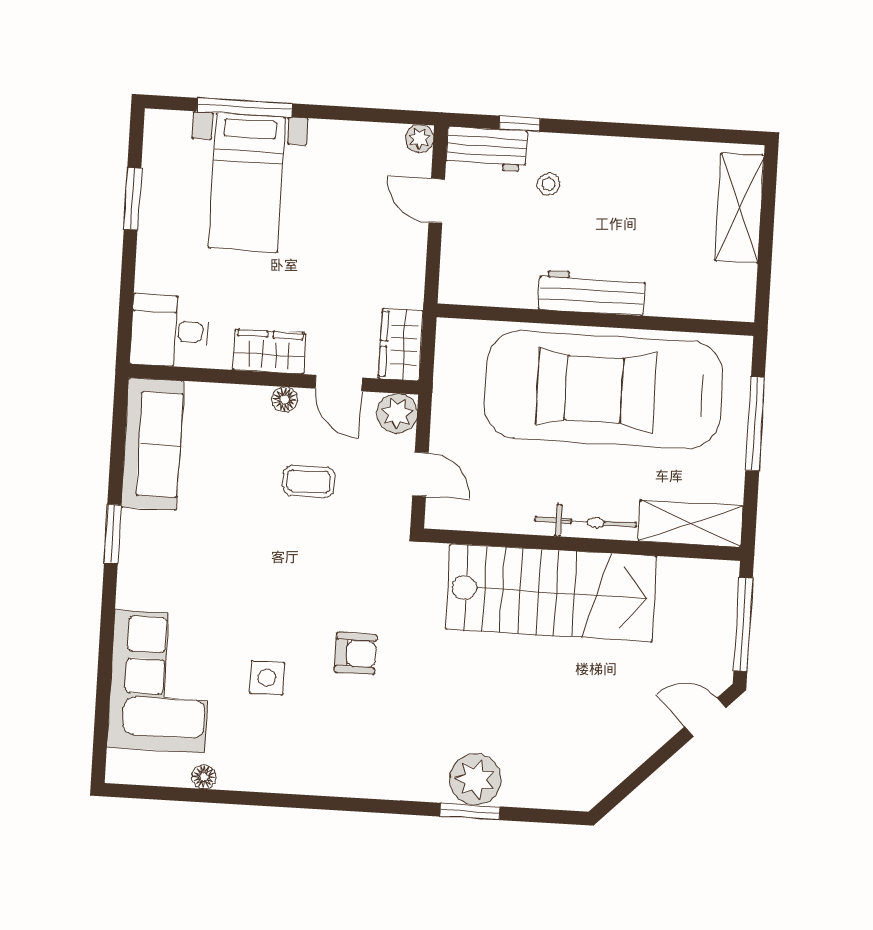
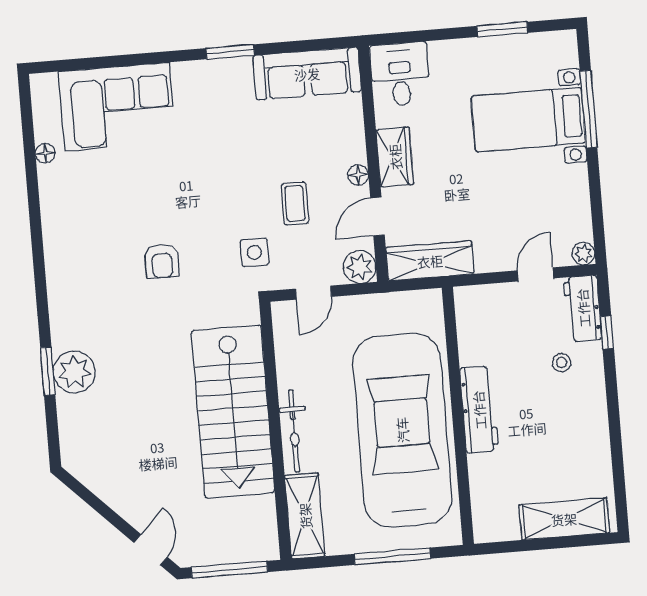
wardrobe: (401, 345) -> (430, 261), width x1.50
side table: (267, 678) -> (254, 252), moved

